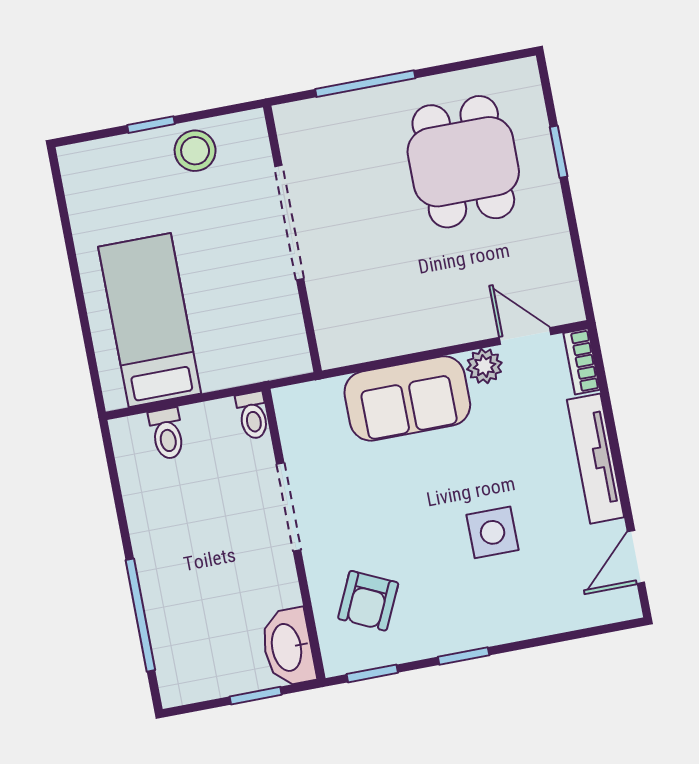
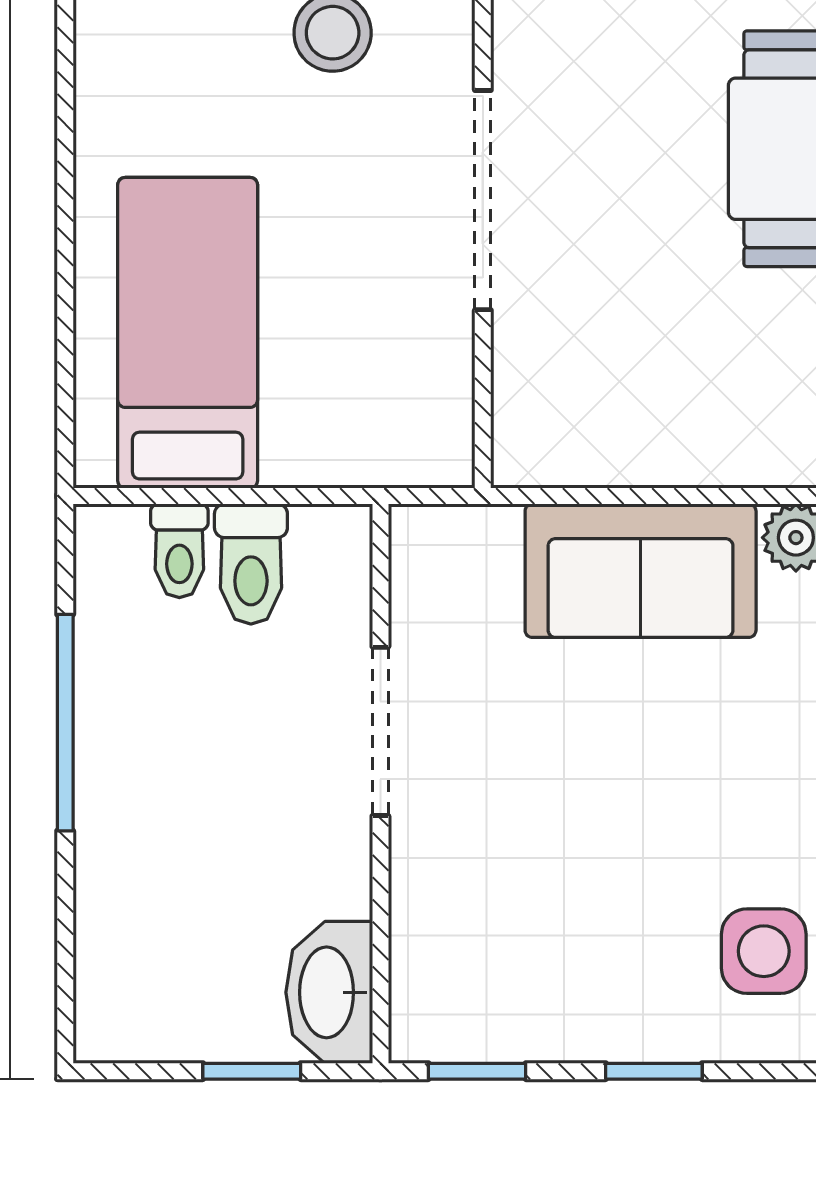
toilet: (253, 415) -> (251, 564), moved, width x1.37, depth x1.39
side table: (493, 532) -> (764, 951), moved
armchair: (368, 601) -> (495, 934), removed
window: (140, 615) -> (65, 723), moved

